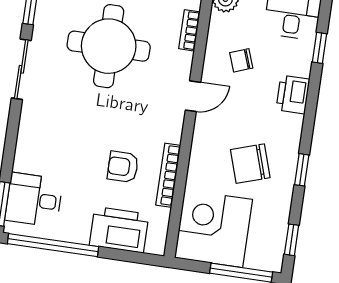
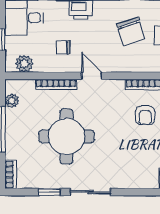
bookcase: (189, 30) -> (56, 84), width x1.56
chair: (241, 60) -> (63, 47), turned 110

